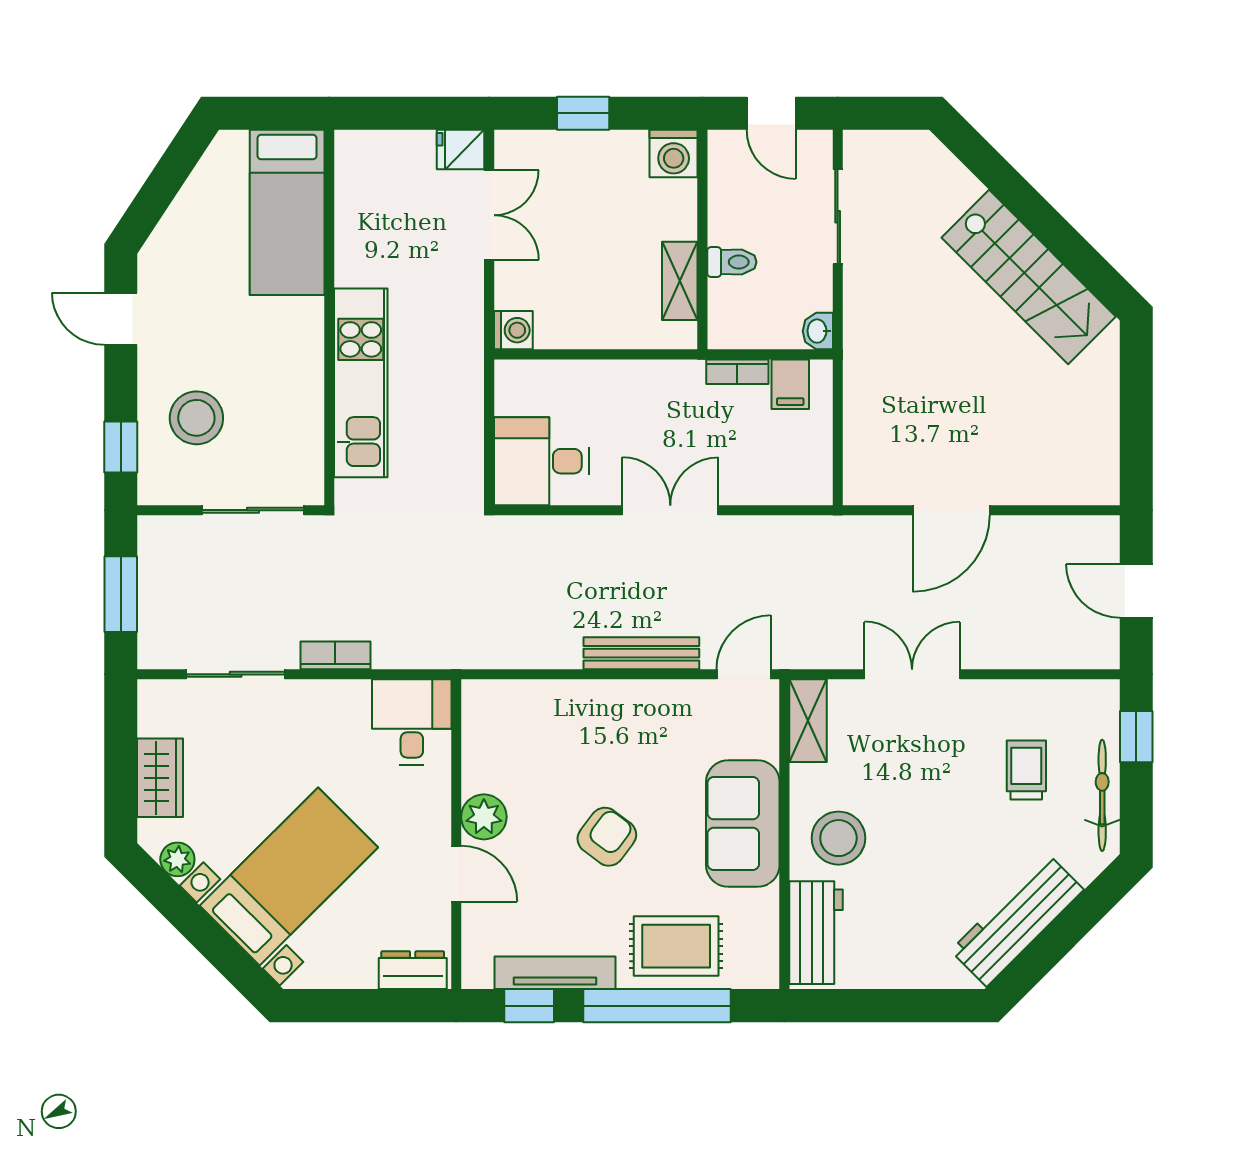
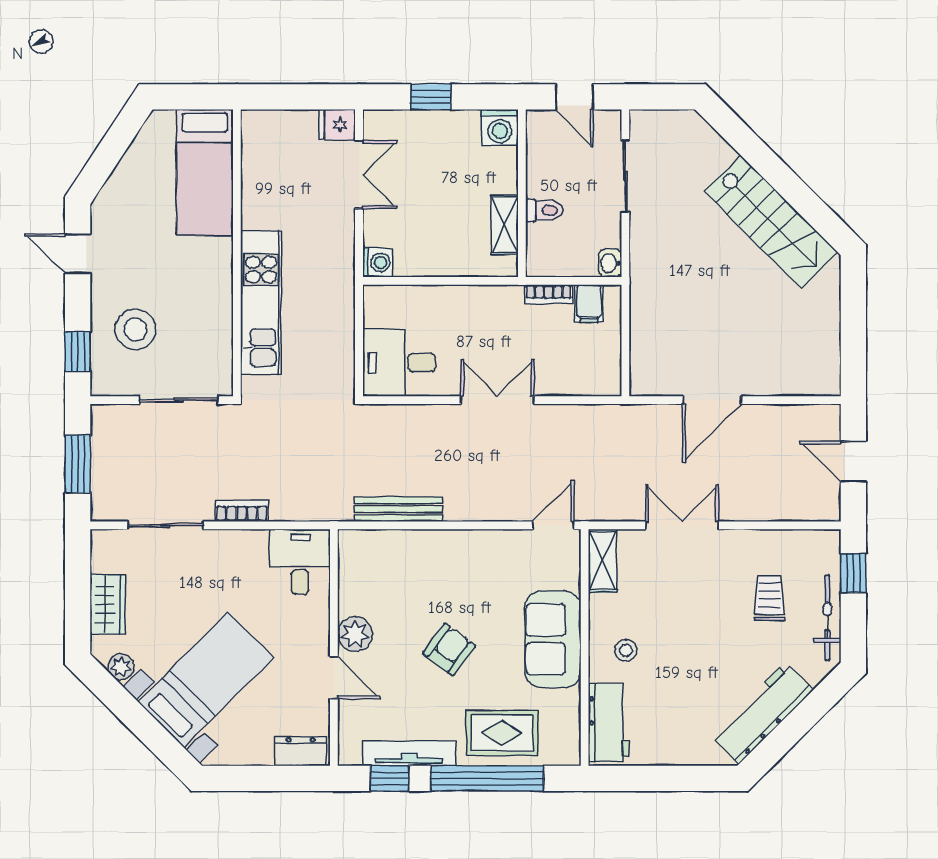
bench: (641, 653) -> (398, 509), moved
stool: (838, 838) -> (626, 650), width x0.53, depth x0.53

